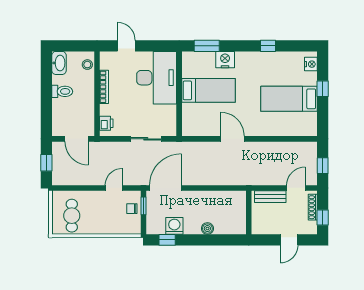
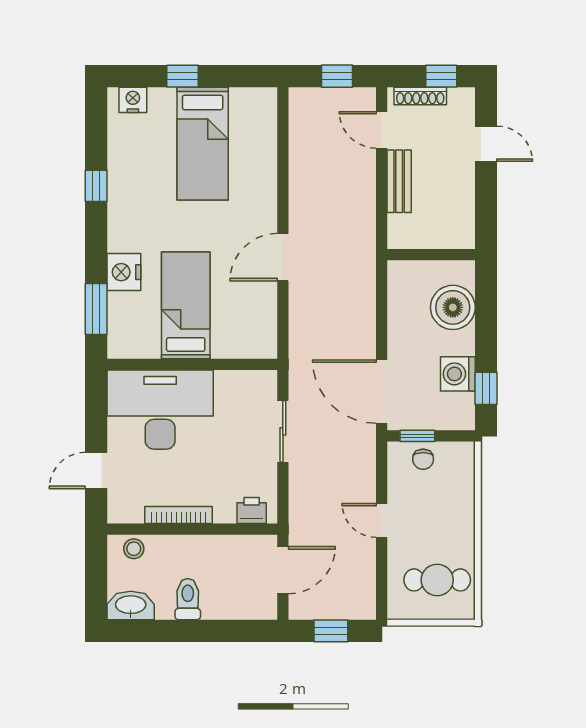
door: (114, 188) -> (382, 520), moved
wall: (249, 213) -> (431, 255), moved
boiler: (207, 229) -> (453, 307), width x1.86, depth x1.86

